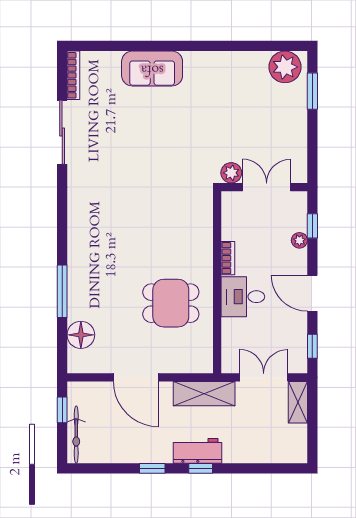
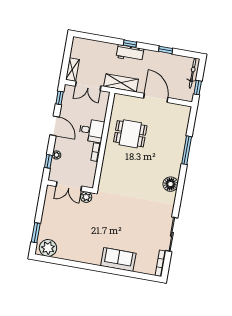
floor lamp: (81, 335) -> (170, 184), moved
window: (152, 468) -> (166, 50), moved

